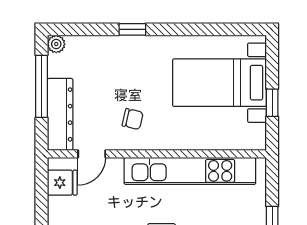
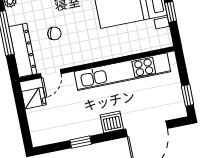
chair: (133, 119) -> (54, 33), moved

